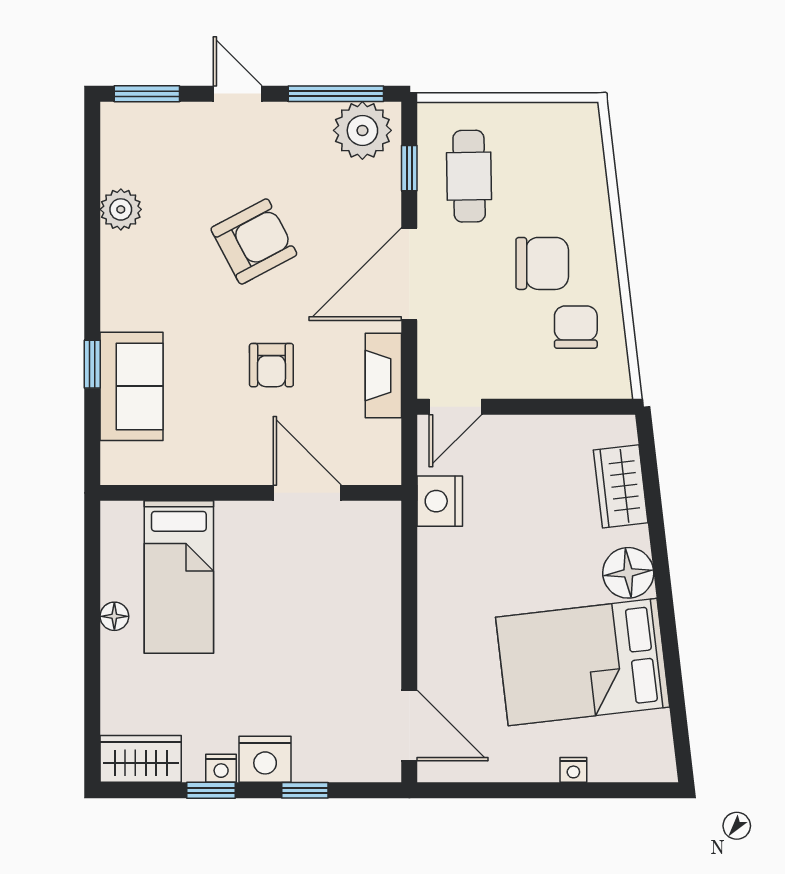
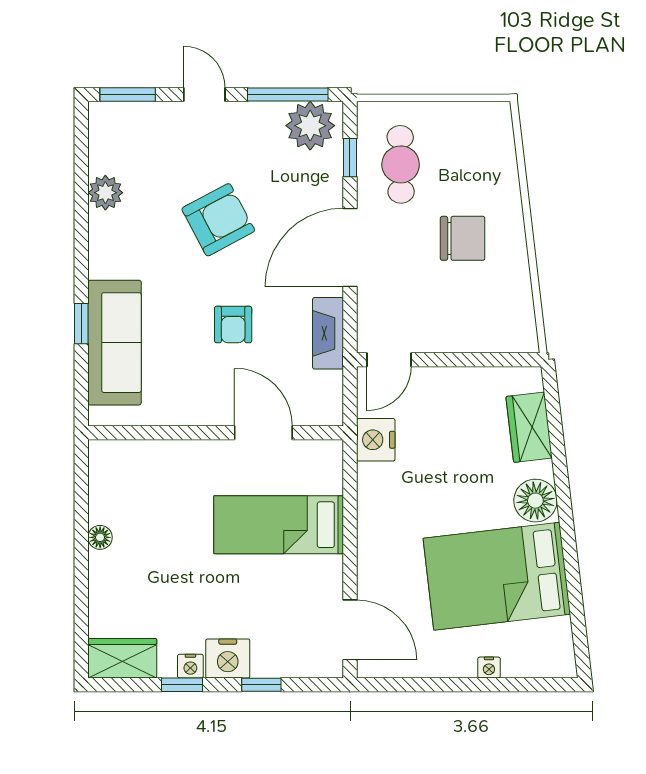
chair: (576, 327) -> (491, 292), removed
sofa: (131, 386) -> (115, 343), width x1.36
bed: (179, 577) -> (279, 525), moved, turned 90

